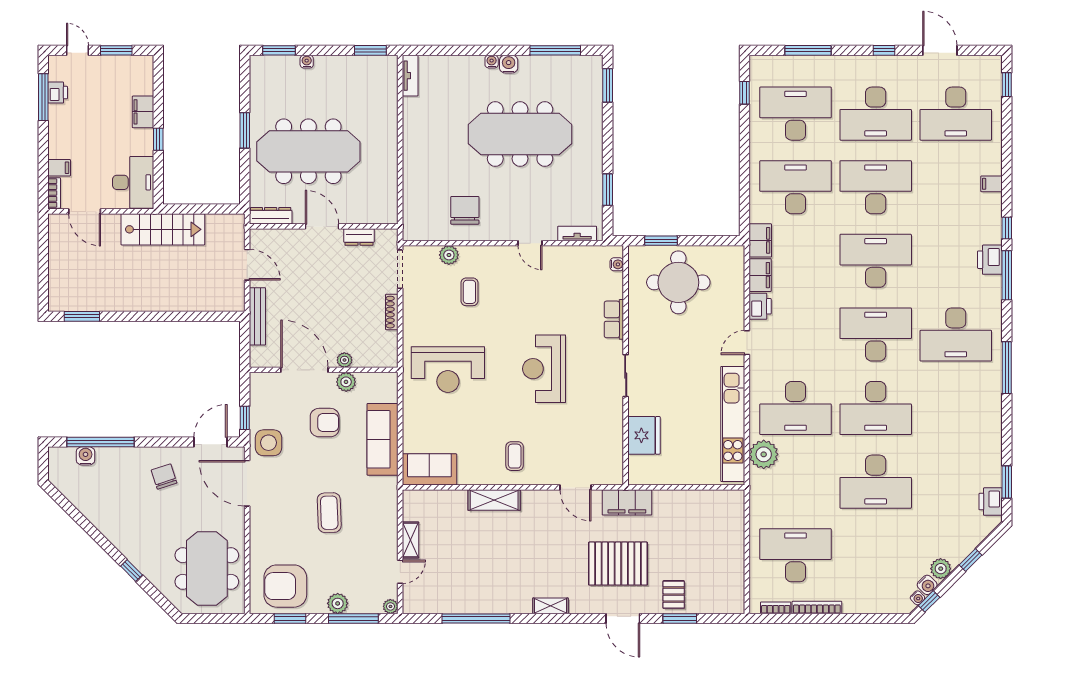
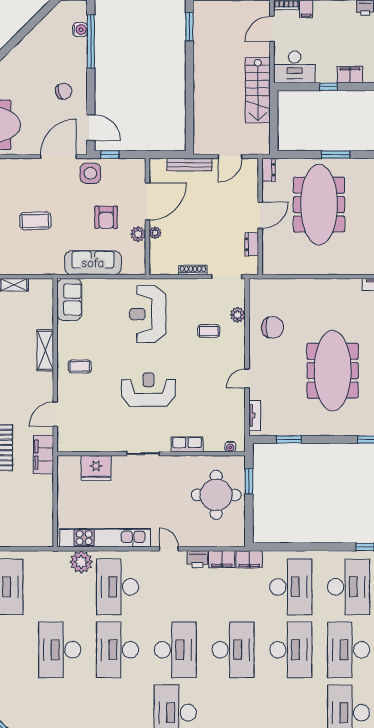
dresser: (271, 216) -> (268, 170), width x0.70

